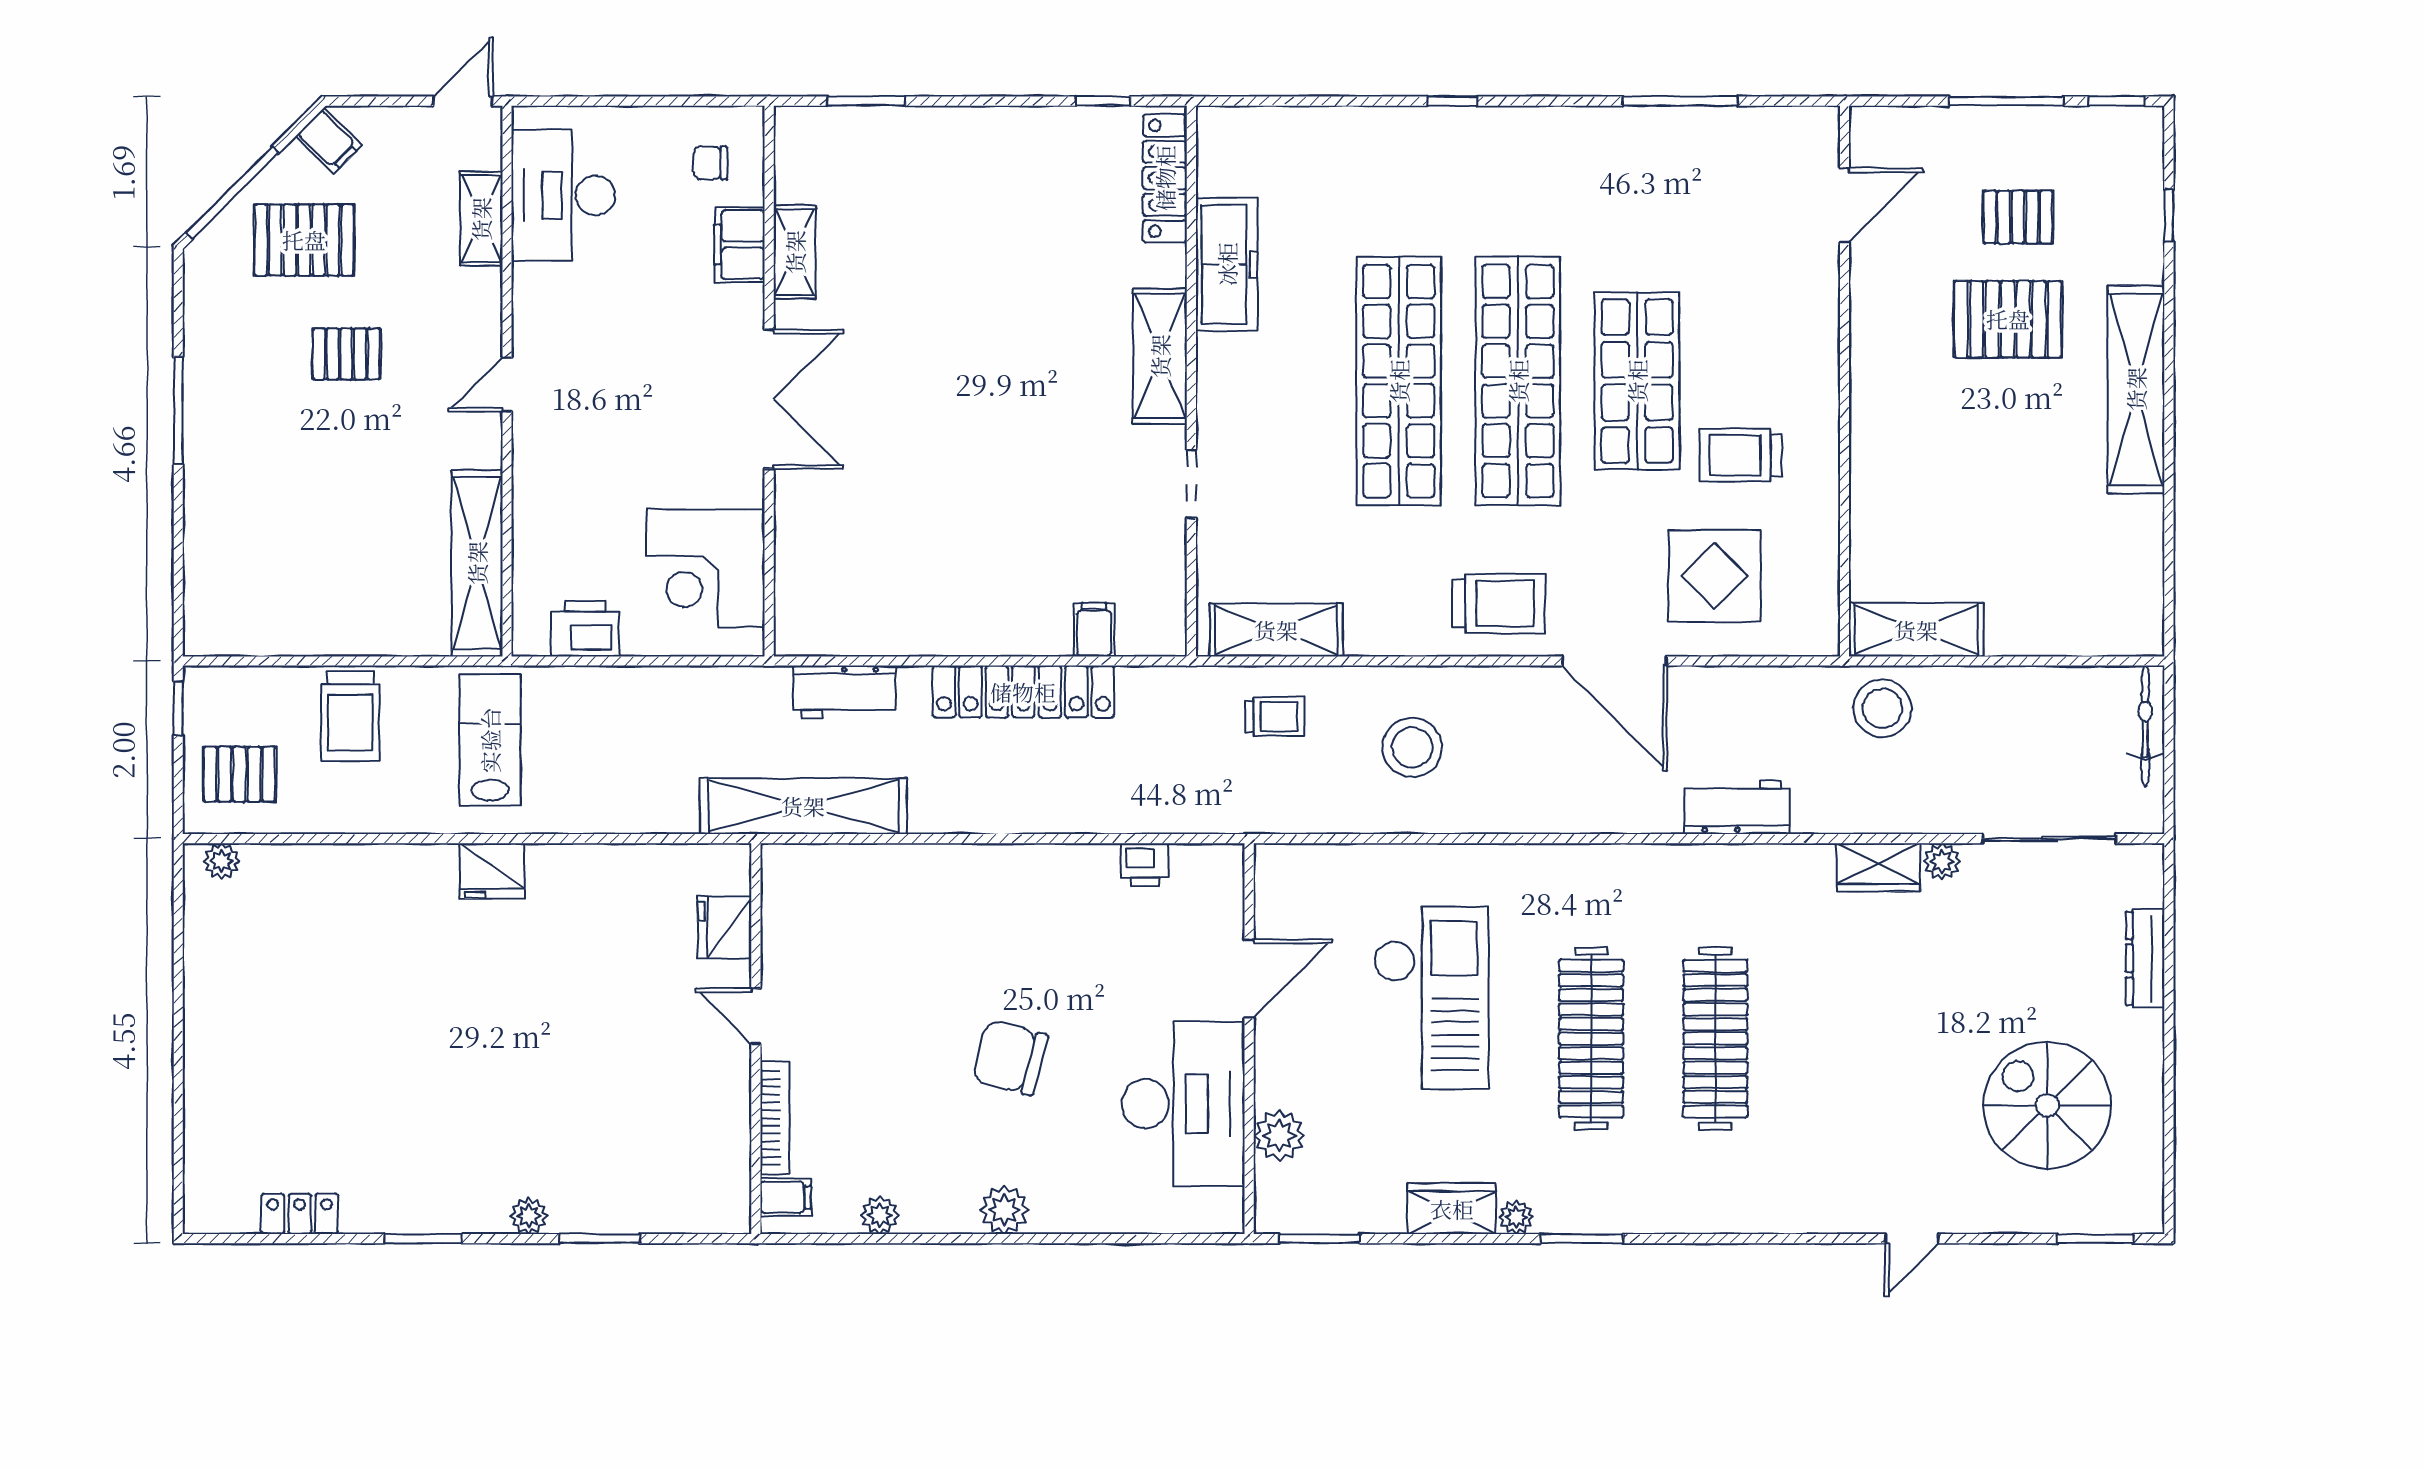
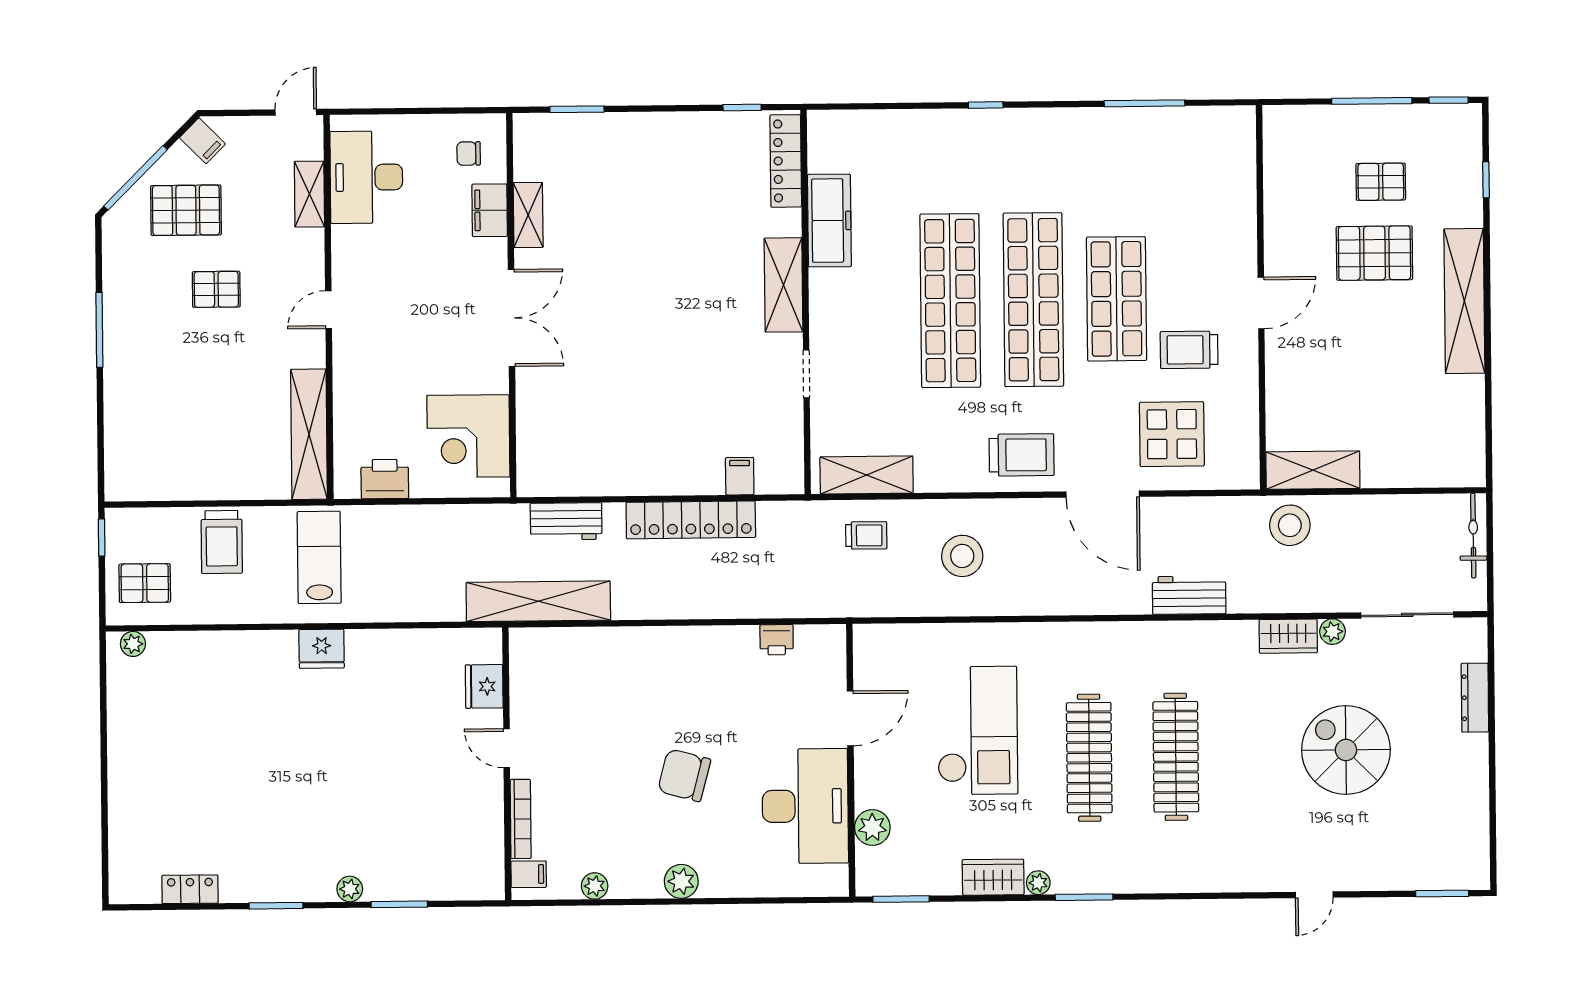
door: (1845, 205) -> (1261, 303), moved
spiral stairs: (2047, 1105) -> (1346, 750), moved

